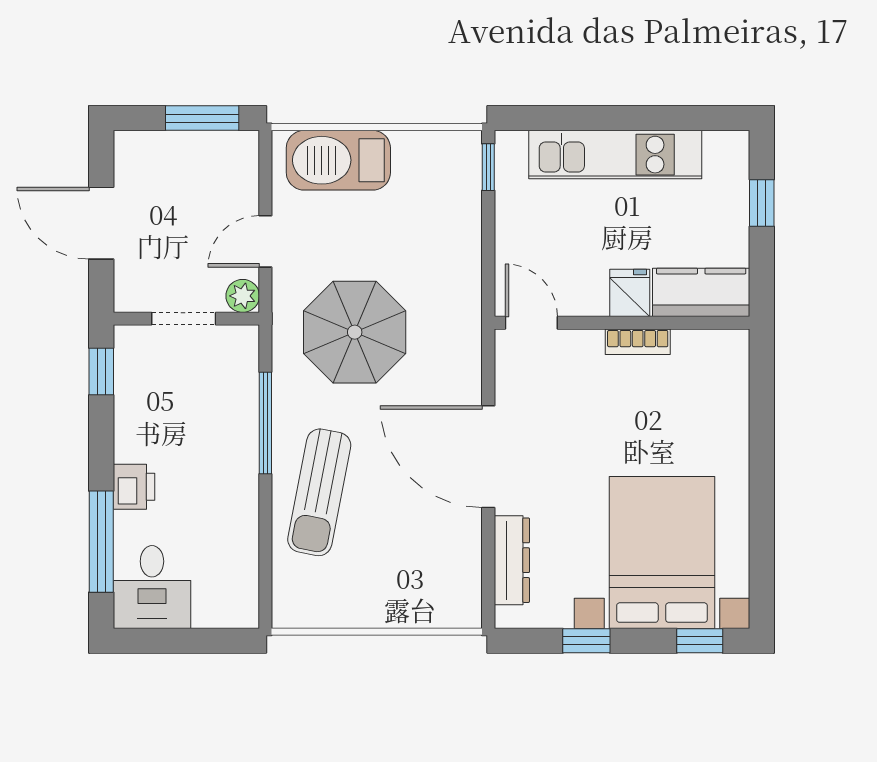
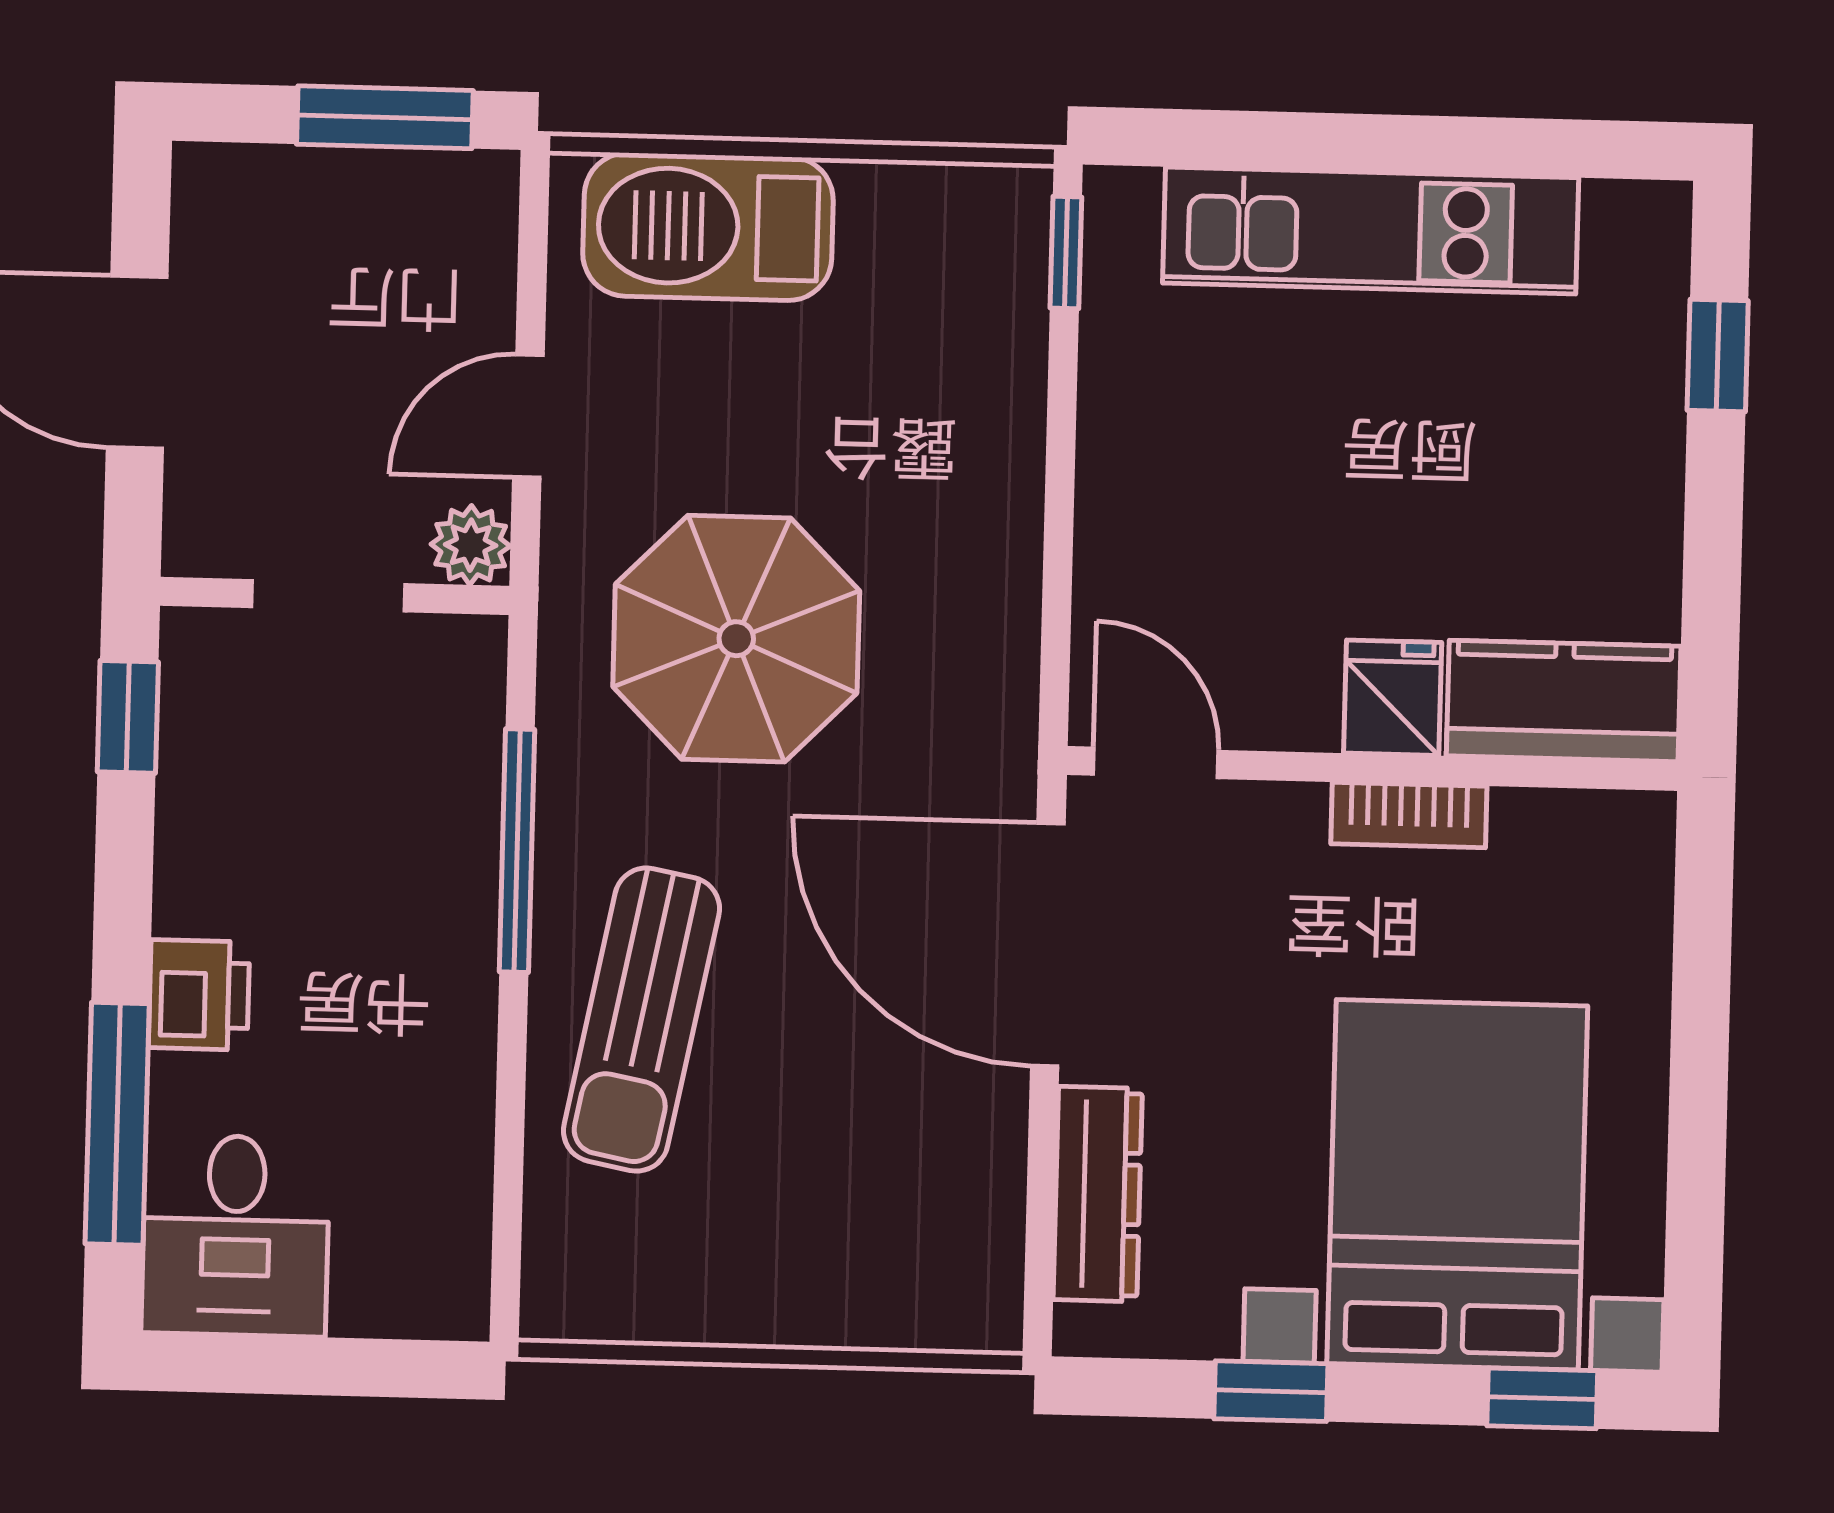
kitchen counter: (701, 292) -> (1564, 701), moved
fridge: (630, 293) -> (1393, 698), moved
door: (531, 323) -> (1156, 763), moved
wall: (622, 323) -> (1372, 769), moved
bookcase: (638, 342) -> (1409, 815), moved

